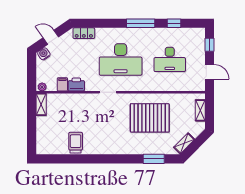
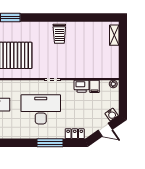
window: (141, 23) -> (50, 143), moved
shelving: (41, 104) -> (114, 35), moved
trolley: (76, 143) -> (59, 34), moved

